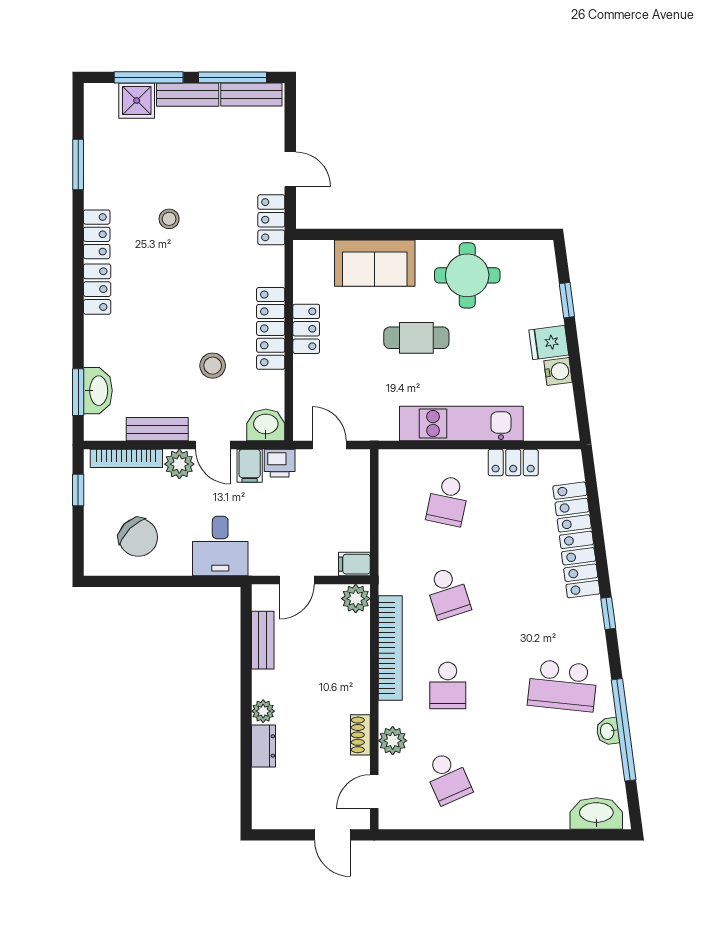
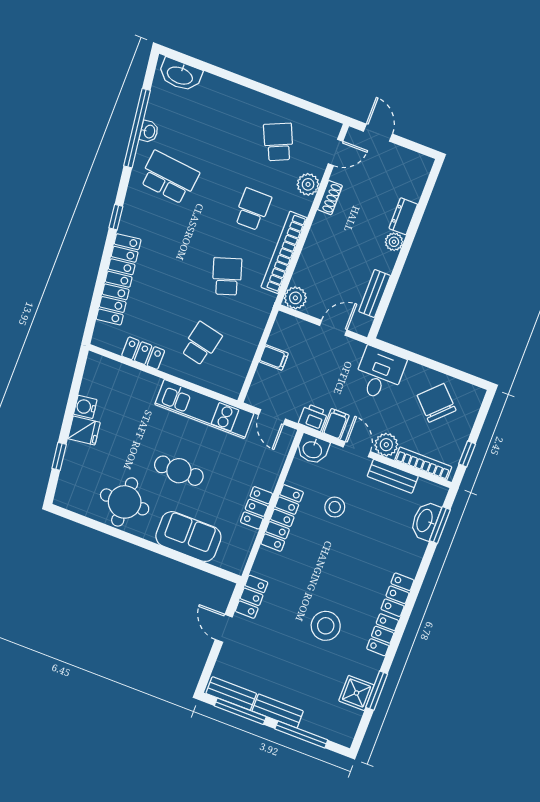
shower: (137, 101) -> (356, 693), moved
stool: (169, 219) -> (326, 626), width x1.89, depth x1.89
kitchen unit: (461, 424) -> (204, 409), moved
filing cabinet: (354, 564) -> (274, 358), moved

